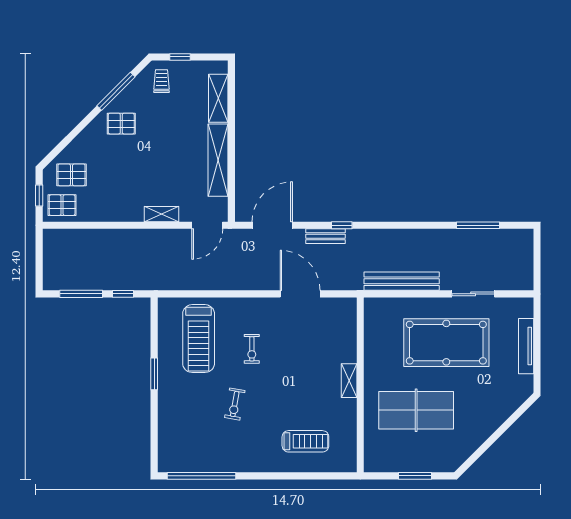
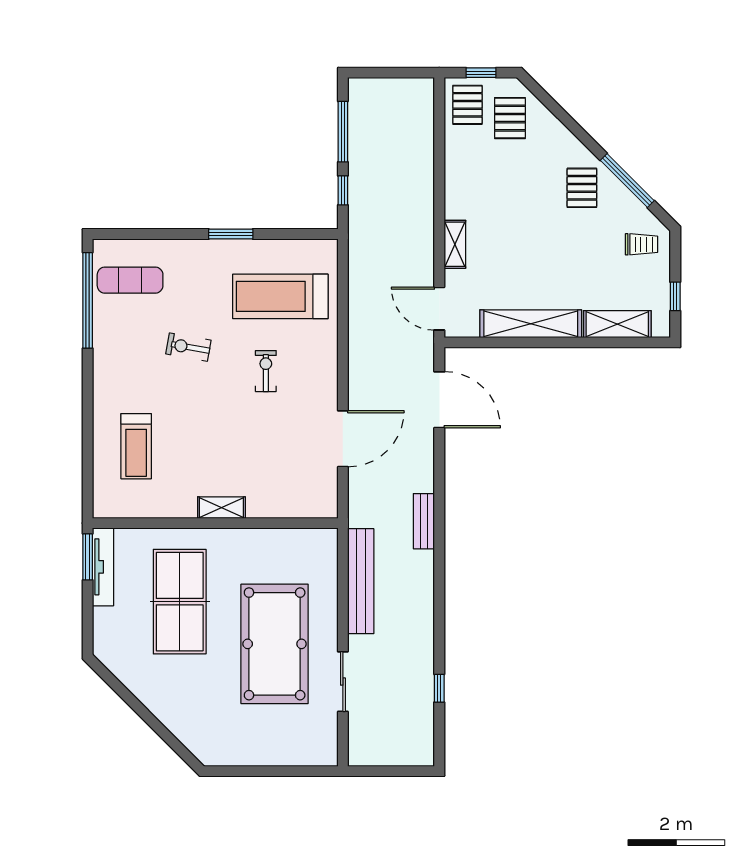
window: (180, 57) -> (675, 296), moved
window: (342, 225) -> (439, 497), removed
window: (478, 225) -> (439, 688), width x0.46
bench: (325, 236) -> (424, 521), moved
tv unit: (526, 346) -> (103, 567), moved, turned 90
exercise bike: (252, 349) -> (266, 371), turned 90
exercise mat: (187, 446) -> (130, 280), added
window: (415, 476) -> (88, 557), moved

